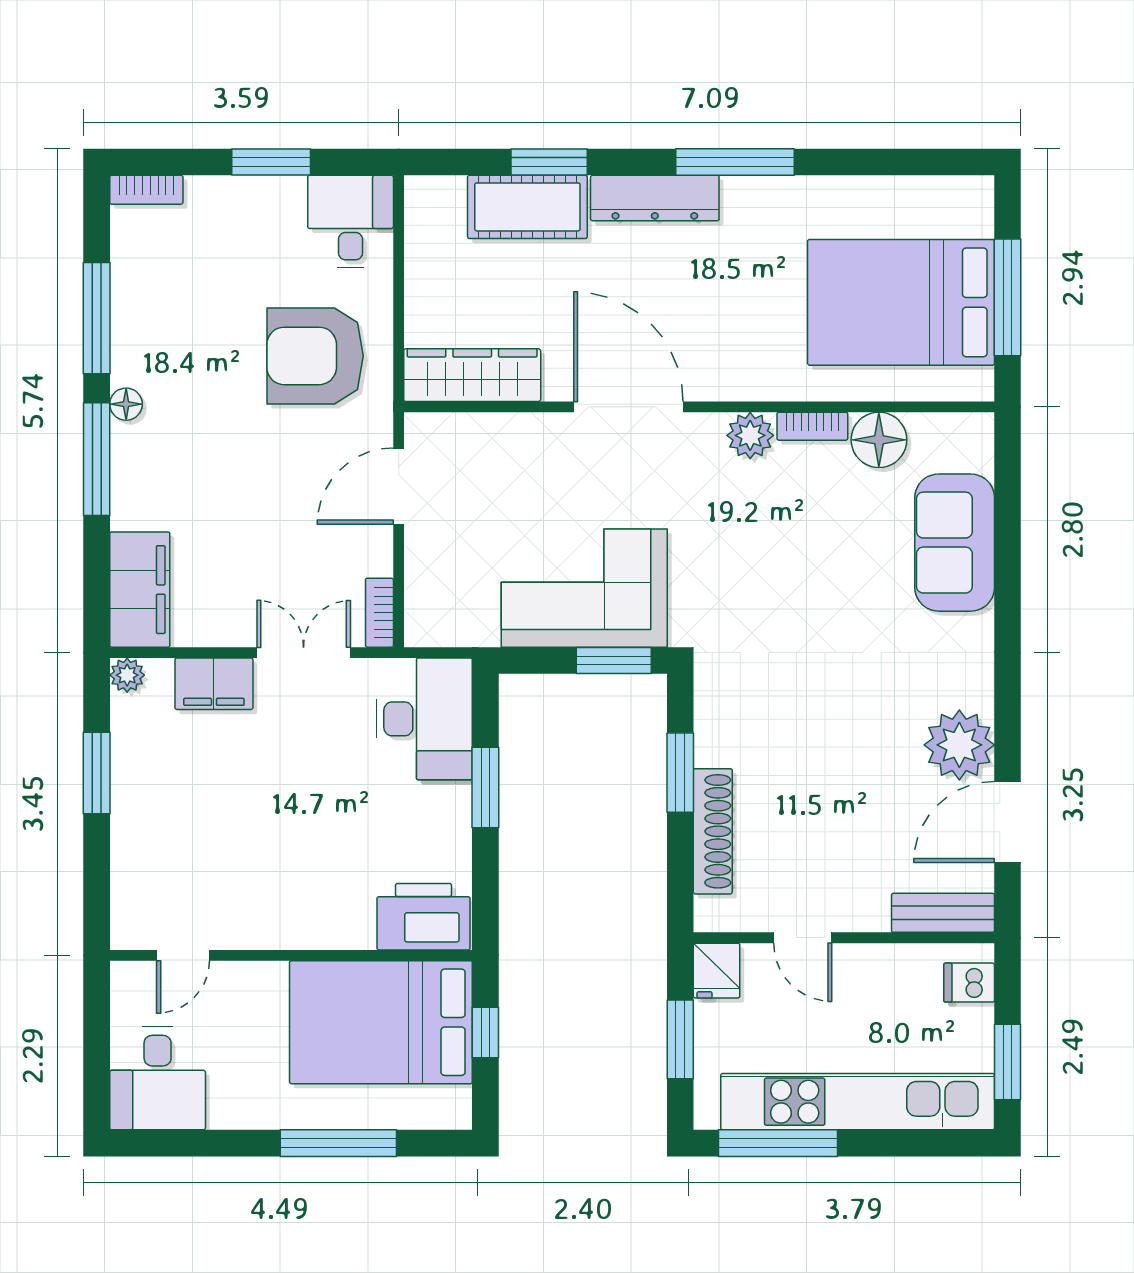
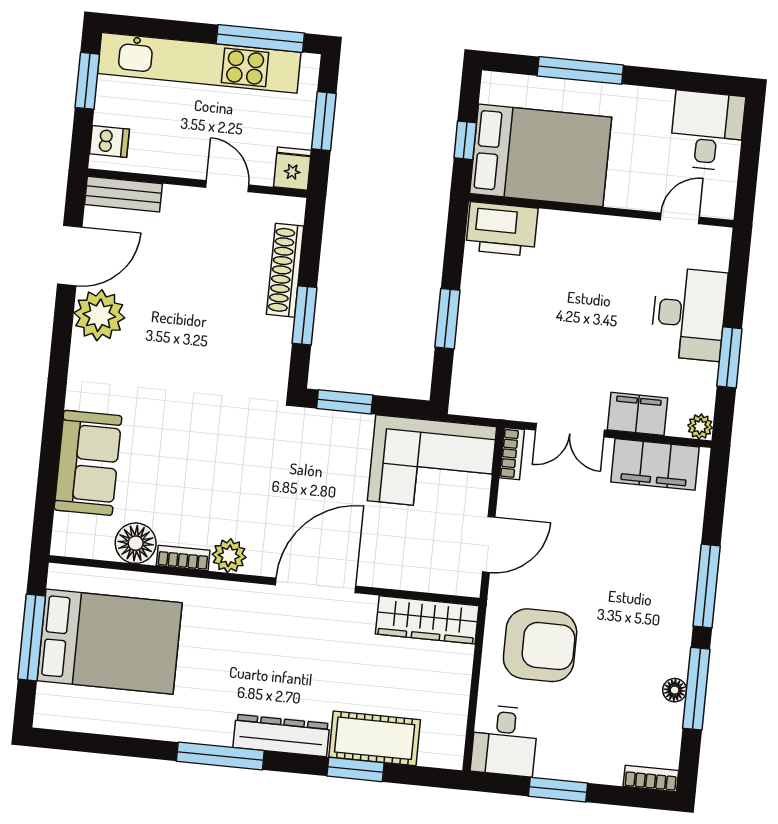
floor lamp: (126, 404) -> (675, 690), moved
door: (628, 407) -> (316, 585), swing flipped
corner sofa: (584, 588) -> (432, 464), moved
filing cabinet: (140, 590) -> (655, 464), moved, turned -90
desk: (424, 719) -> (689, 314), moved, turned 180

